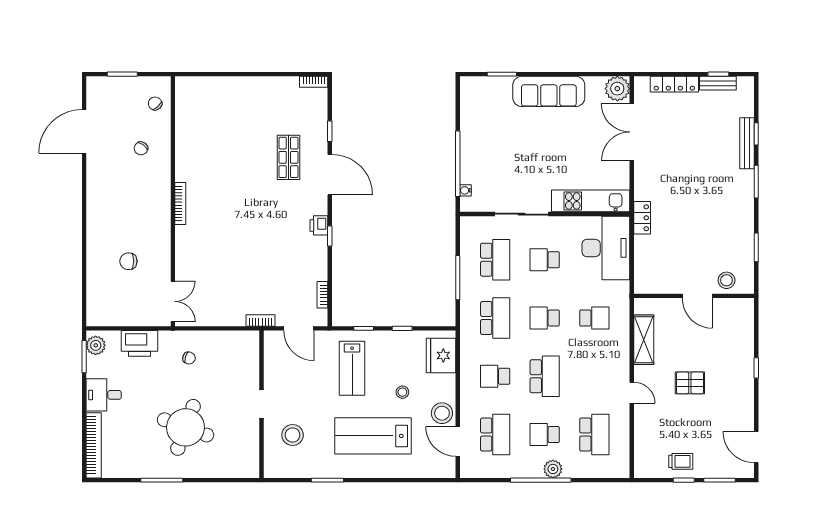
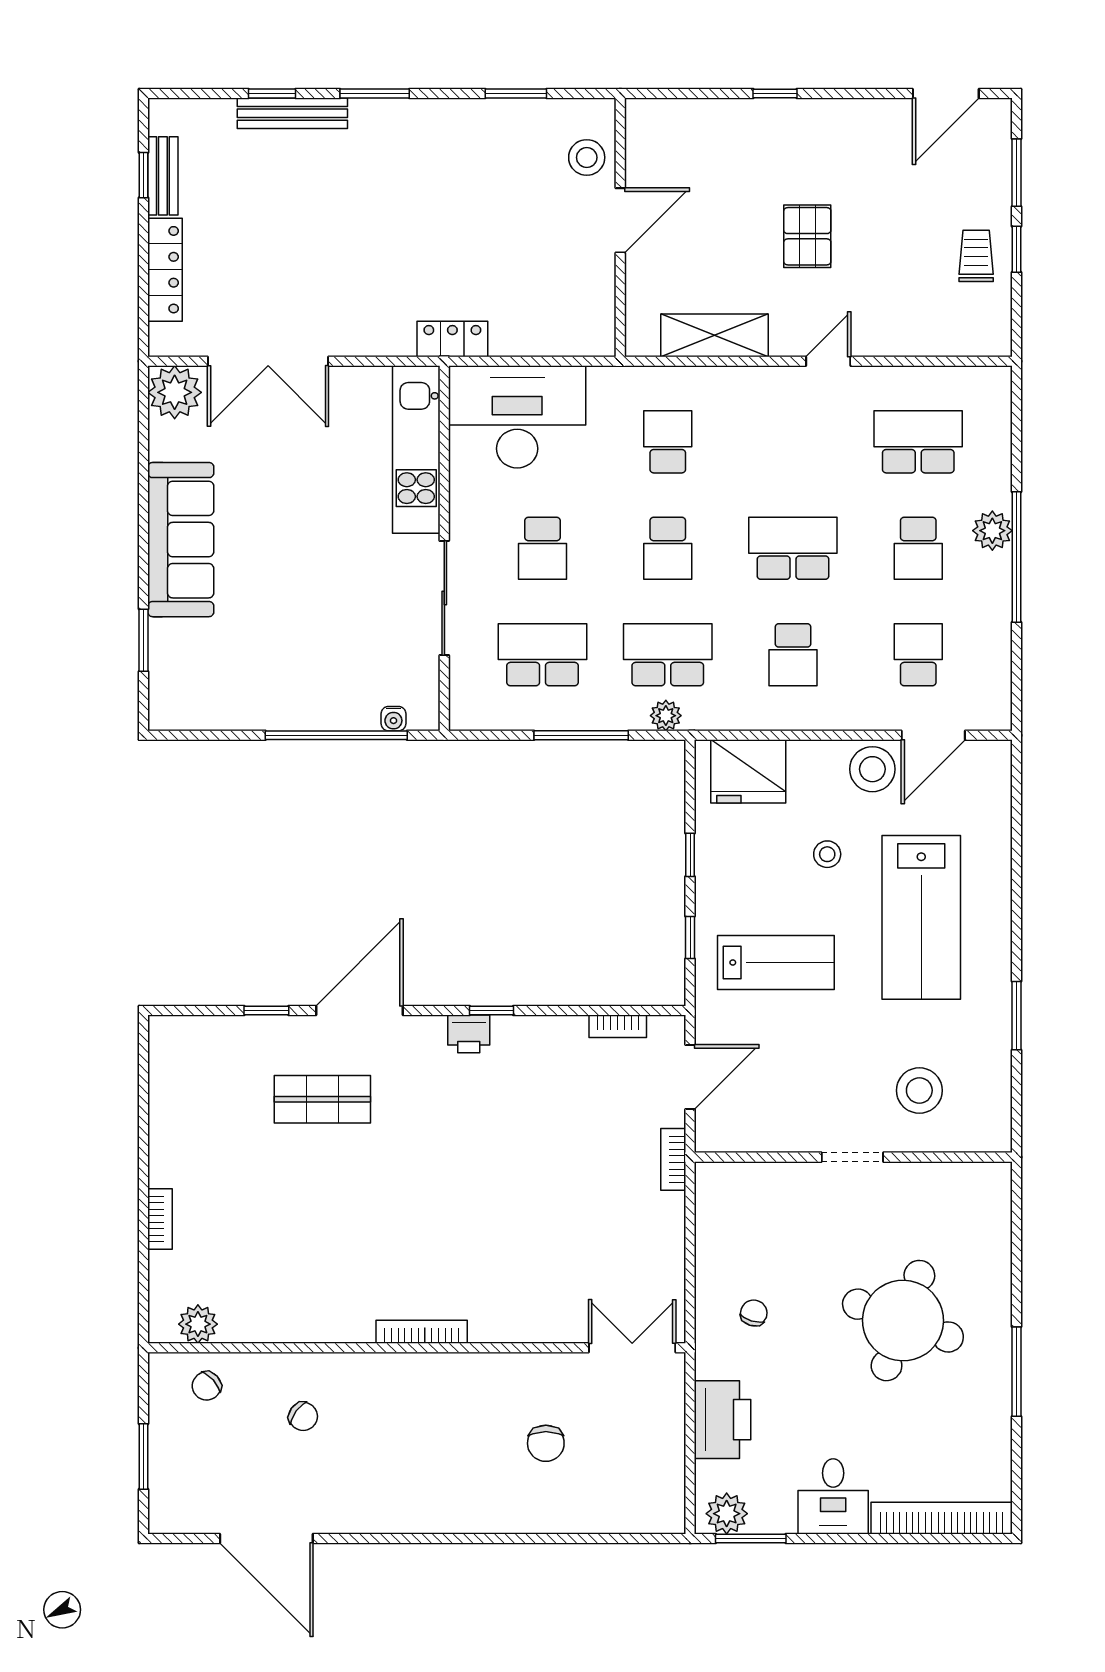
bookcase: (314, 82) -> (160, 1219), moved
plant: (184, 99) -> (198, 1324), added
plant: (467, 317) -> (666, 716), added
school desk: (495, 435) -> (918, 655), width x0.54

